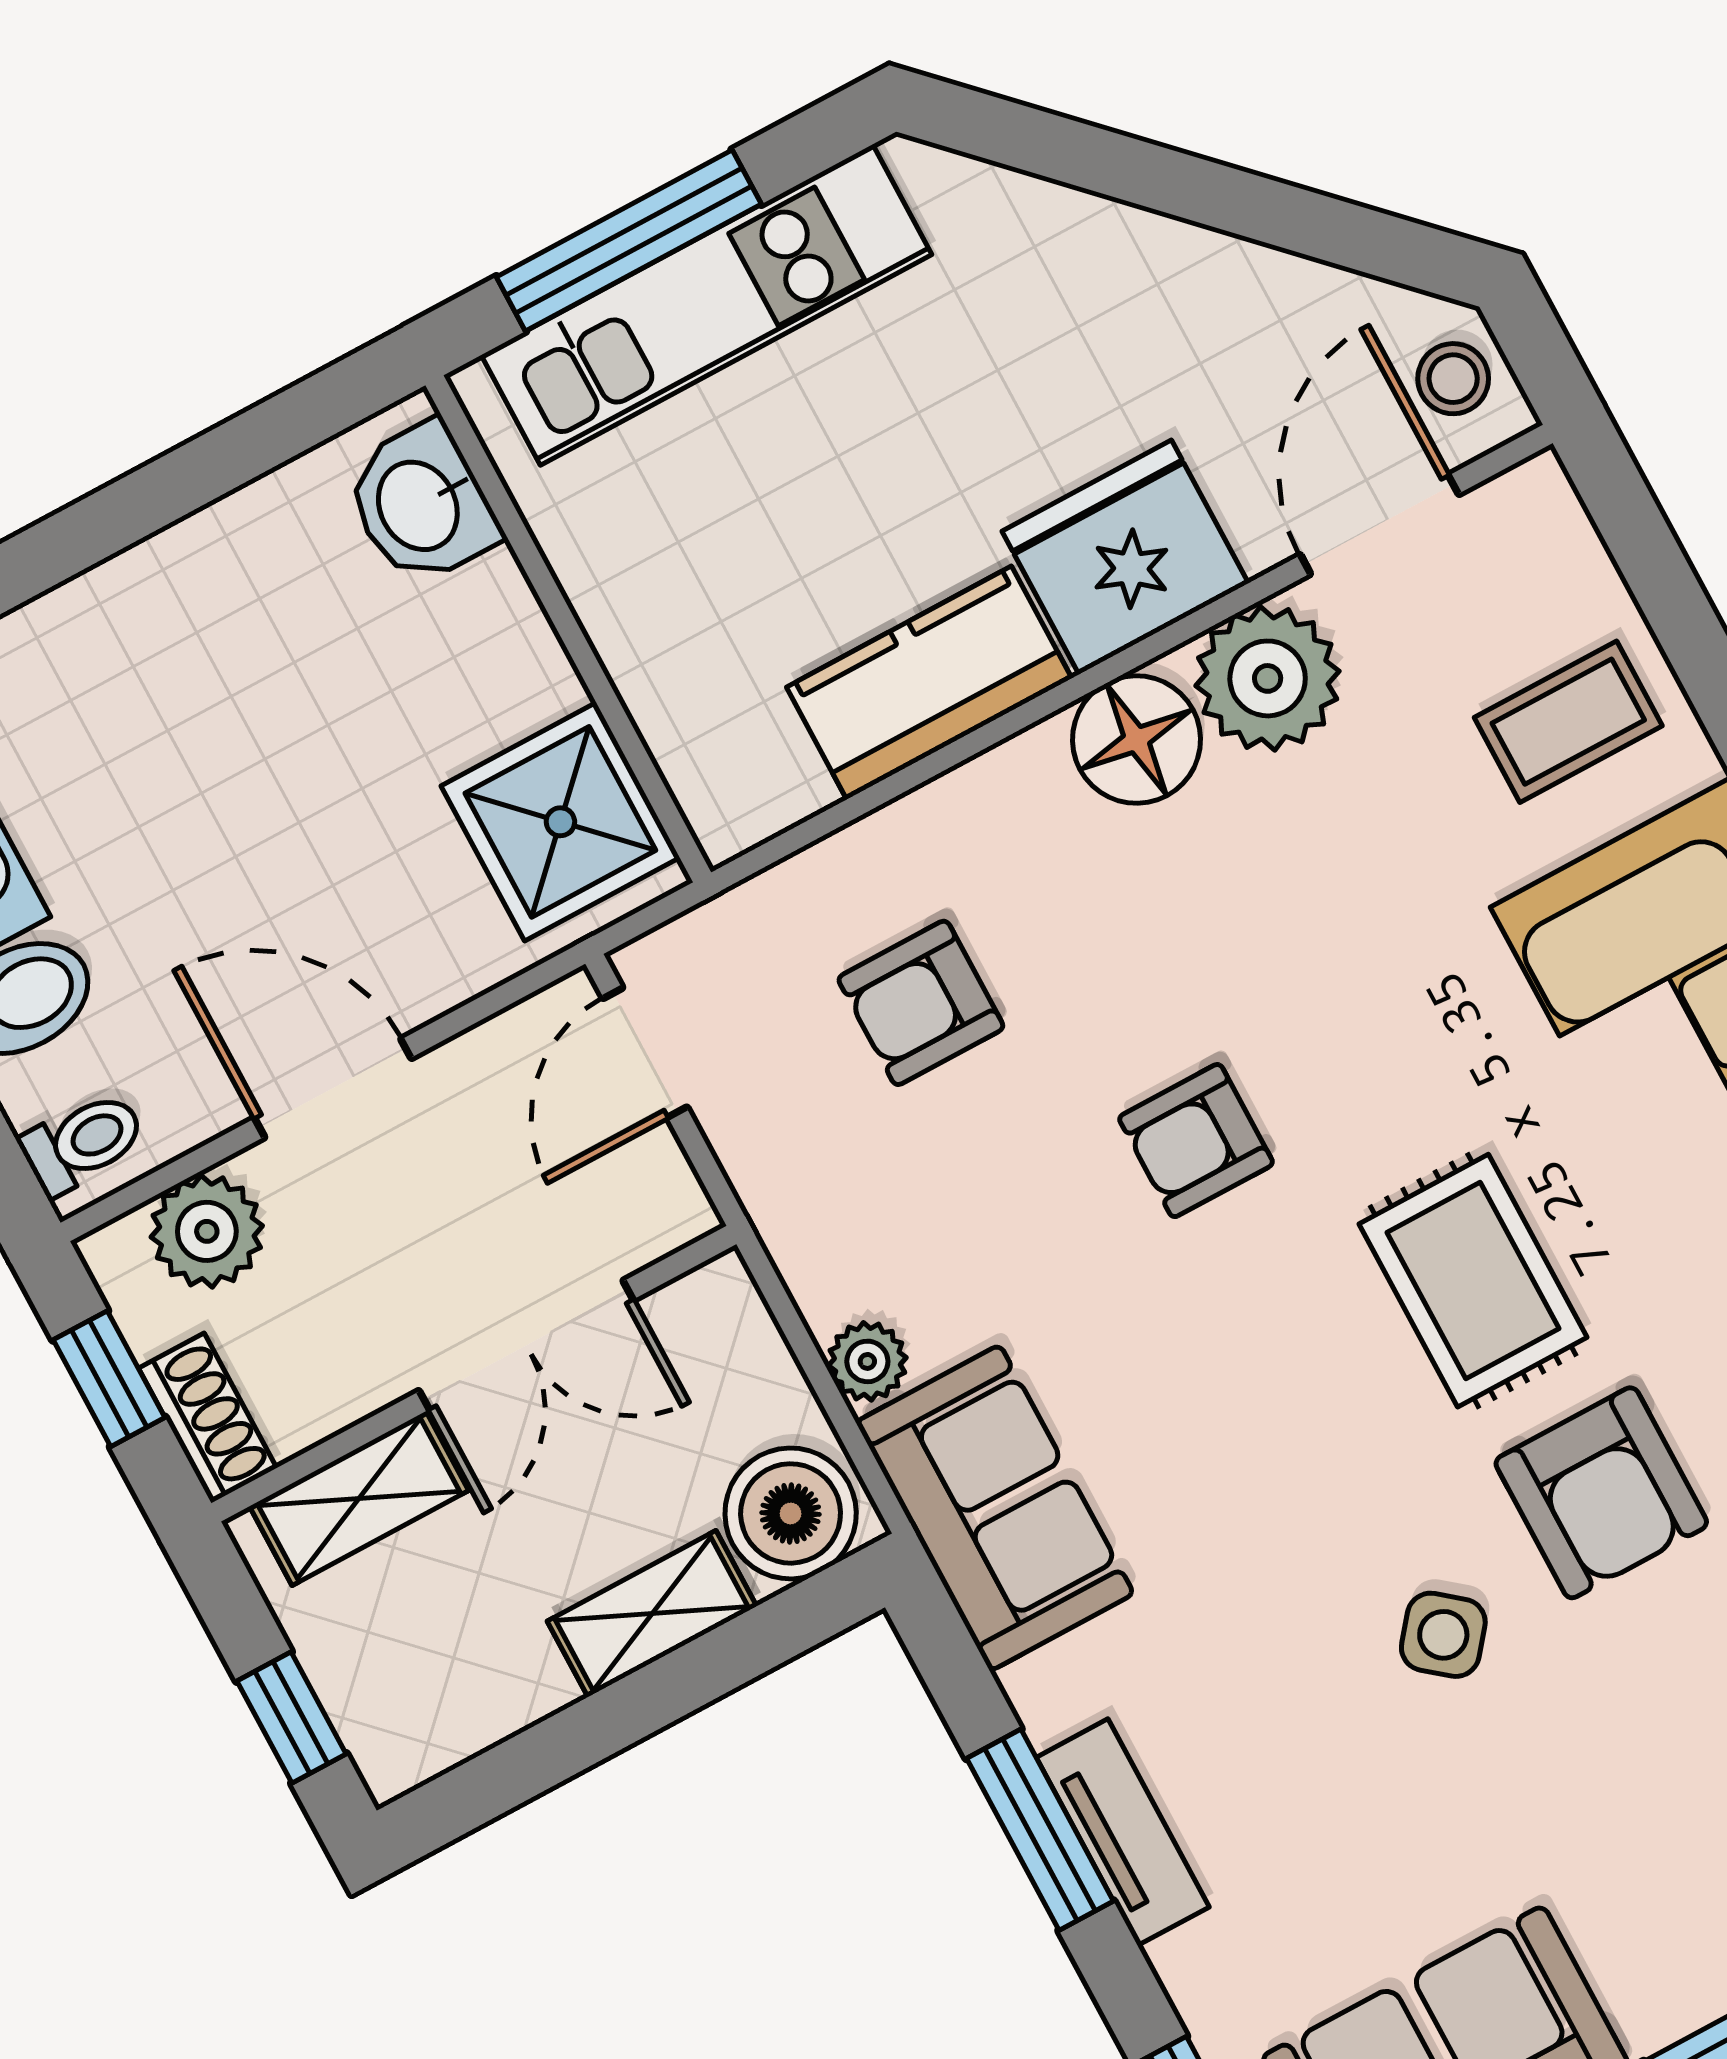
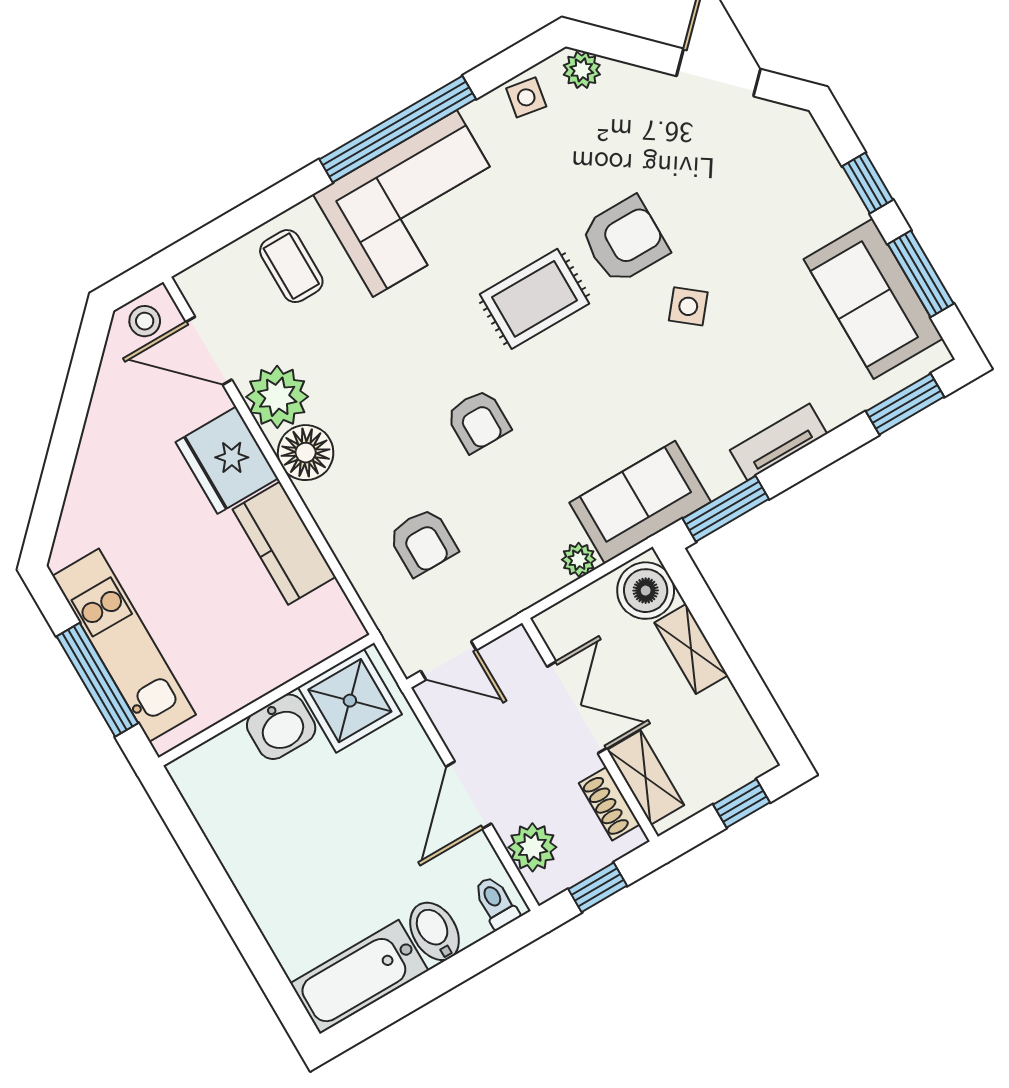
washbasin: (421, 504) -> (281, 727), moved
shoe rack: (208, 1418) -> (609, 804), moved, turned -90
window: (1040, 1830) -> (726, 509), moved

